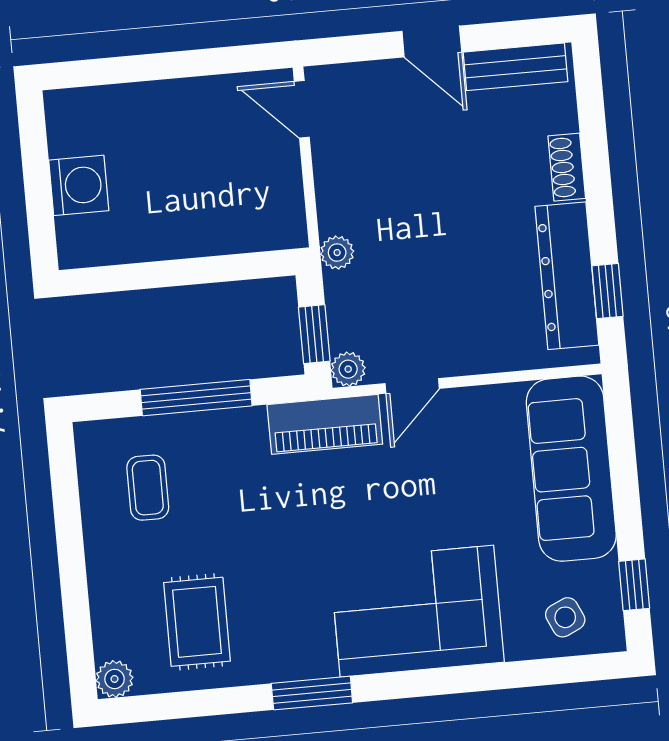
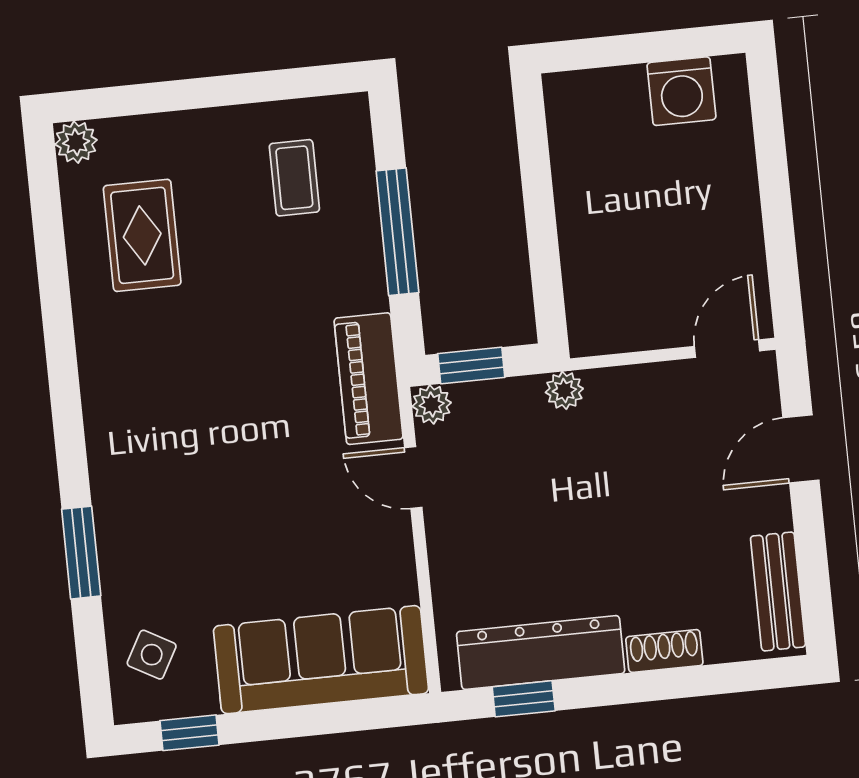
door: (432, 42) -> (801, 449), moved
washing machine: (79, 185) -> (681, 91), moved
coffee table: (148, 488) -> (294, 178), turned 90
corner sofa: (417, 611) -> (157, 486), removed
side table: (565, 617) -> (152, 655), turned -36
rug: (197, 622) -> (142, 235), turned 90
window: (312, 693) -> (81, 553), moved

